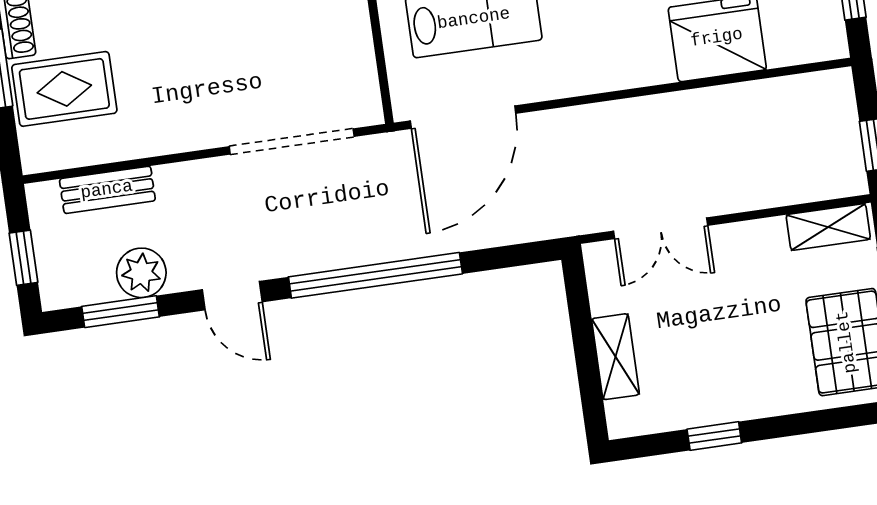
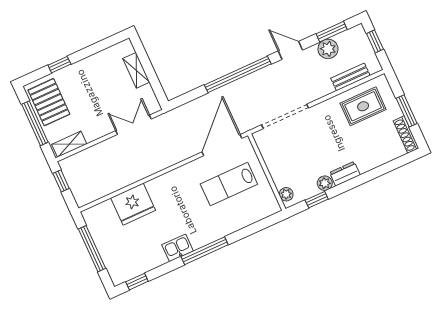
rug: (64, 89) -> (363, 106), moved
window: (714, 436) -> (59, 65), moved

